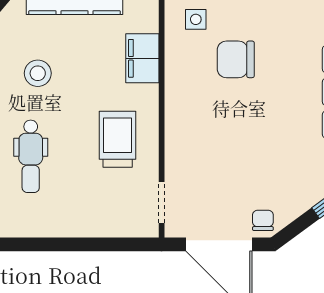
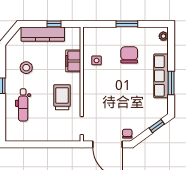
side table: (196, 19) -> (96, 60), moved
chair: (236, 59) -> (129, 55), moved, turned 90

